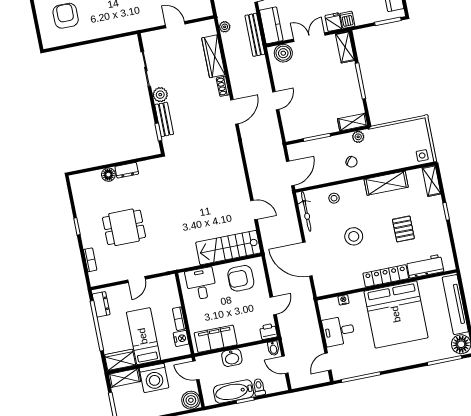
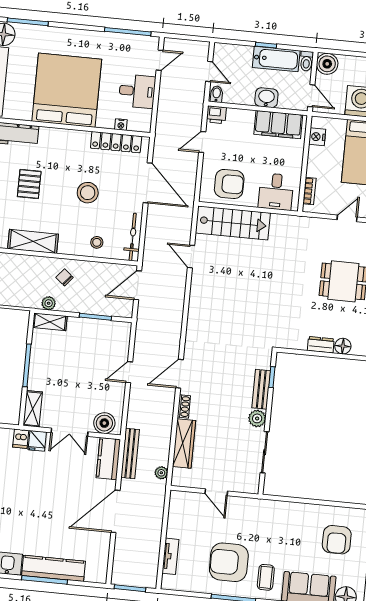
locker: (386, 276) -> (116, 142), moved
bookcase: (179, 319) -> (309, 191), moved
toilet: (259, 387) -> (306, 61), moved

